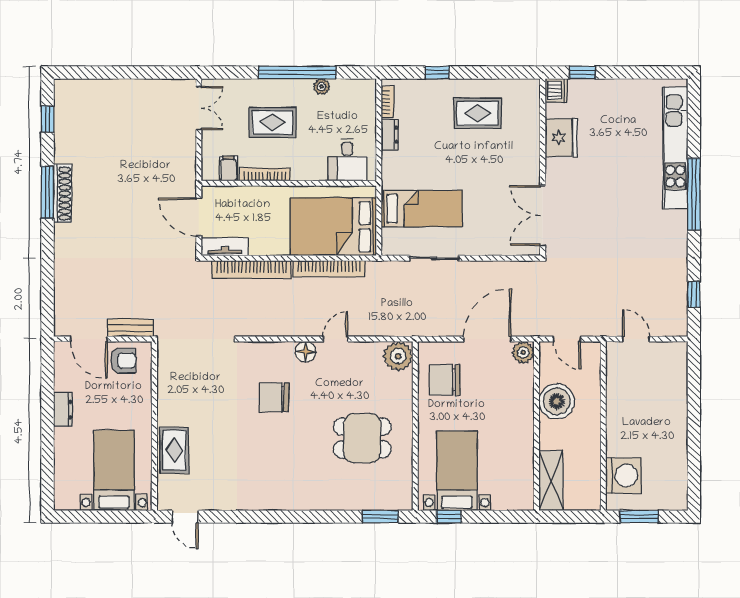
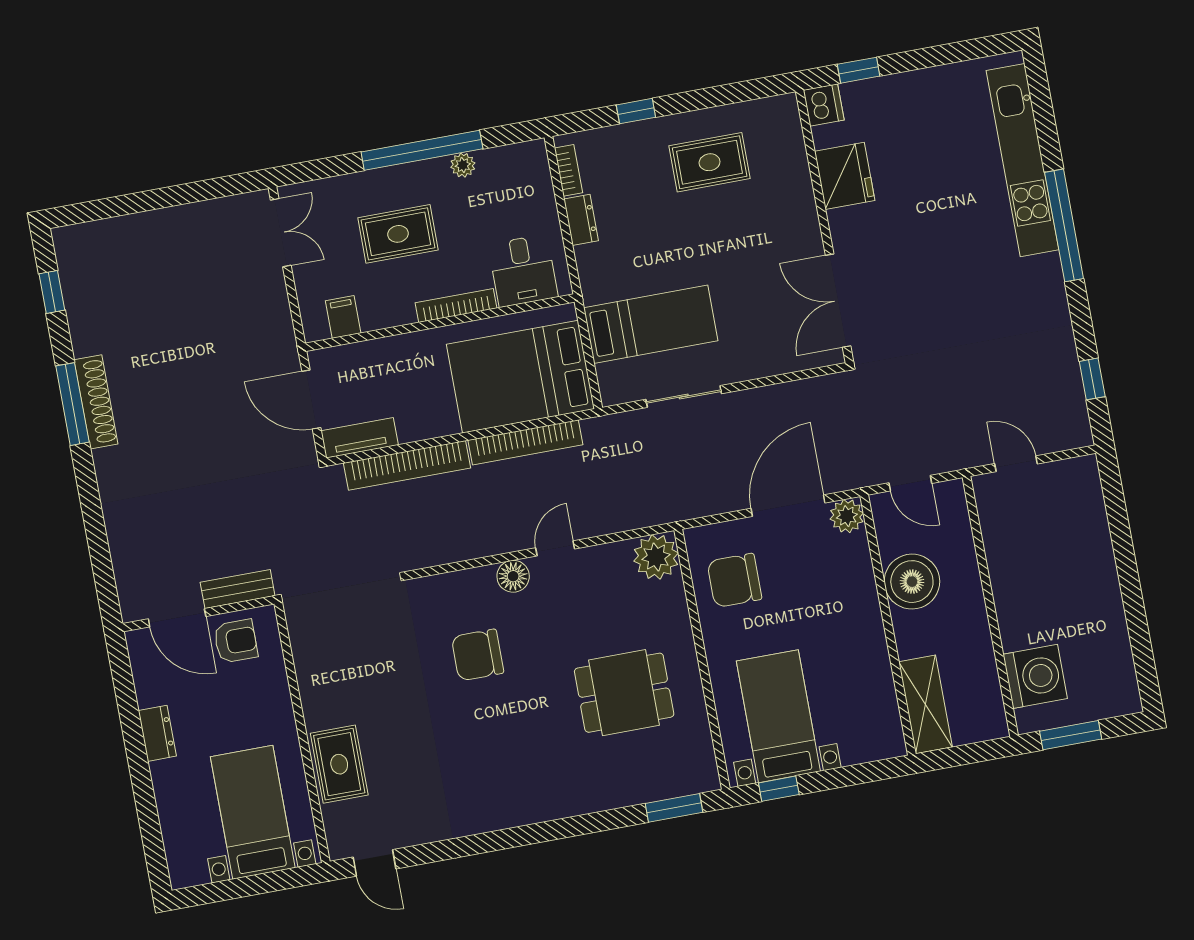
bookcase: (265, 174) -> (456, 306), moved

